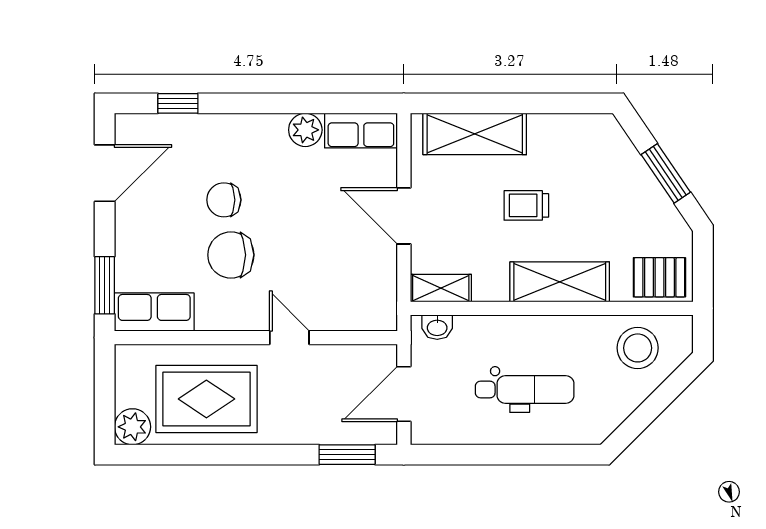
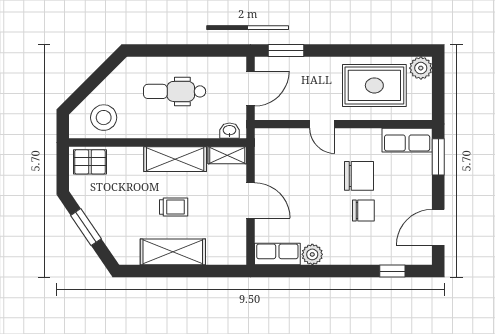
shelving: (475, 134) -> (173, 252), moved
shelving: (560, 282) -> (175, 159), moved

